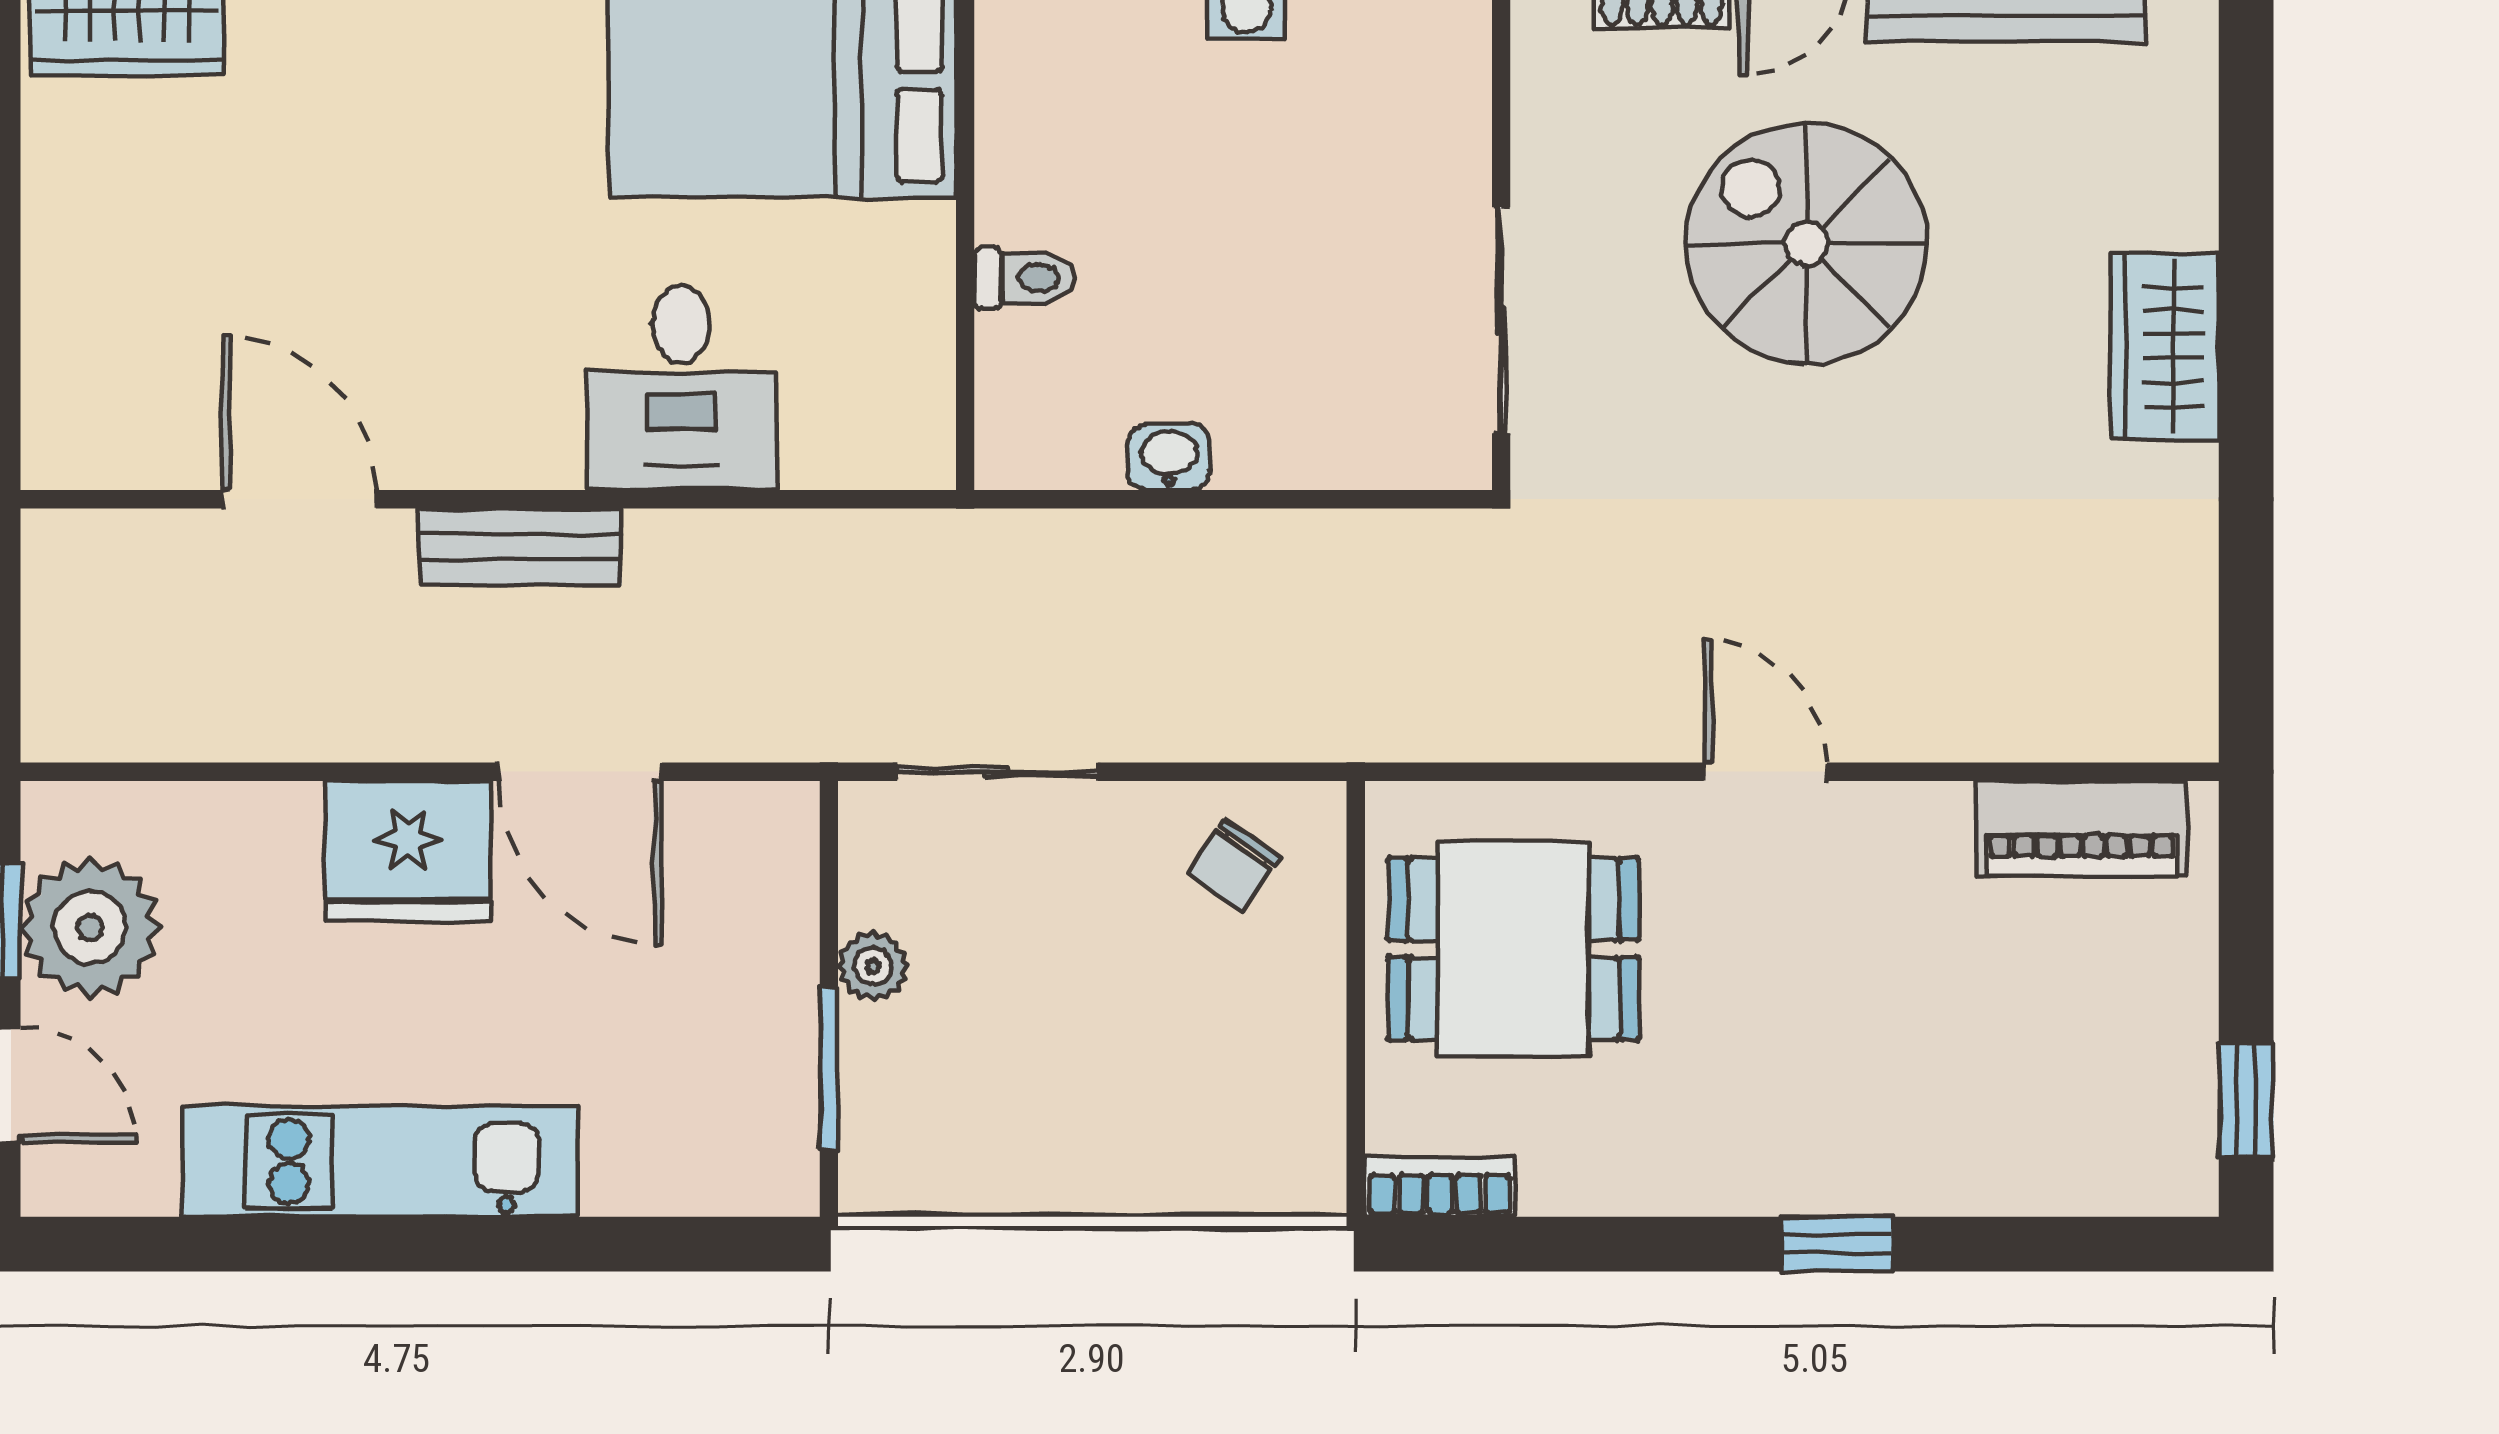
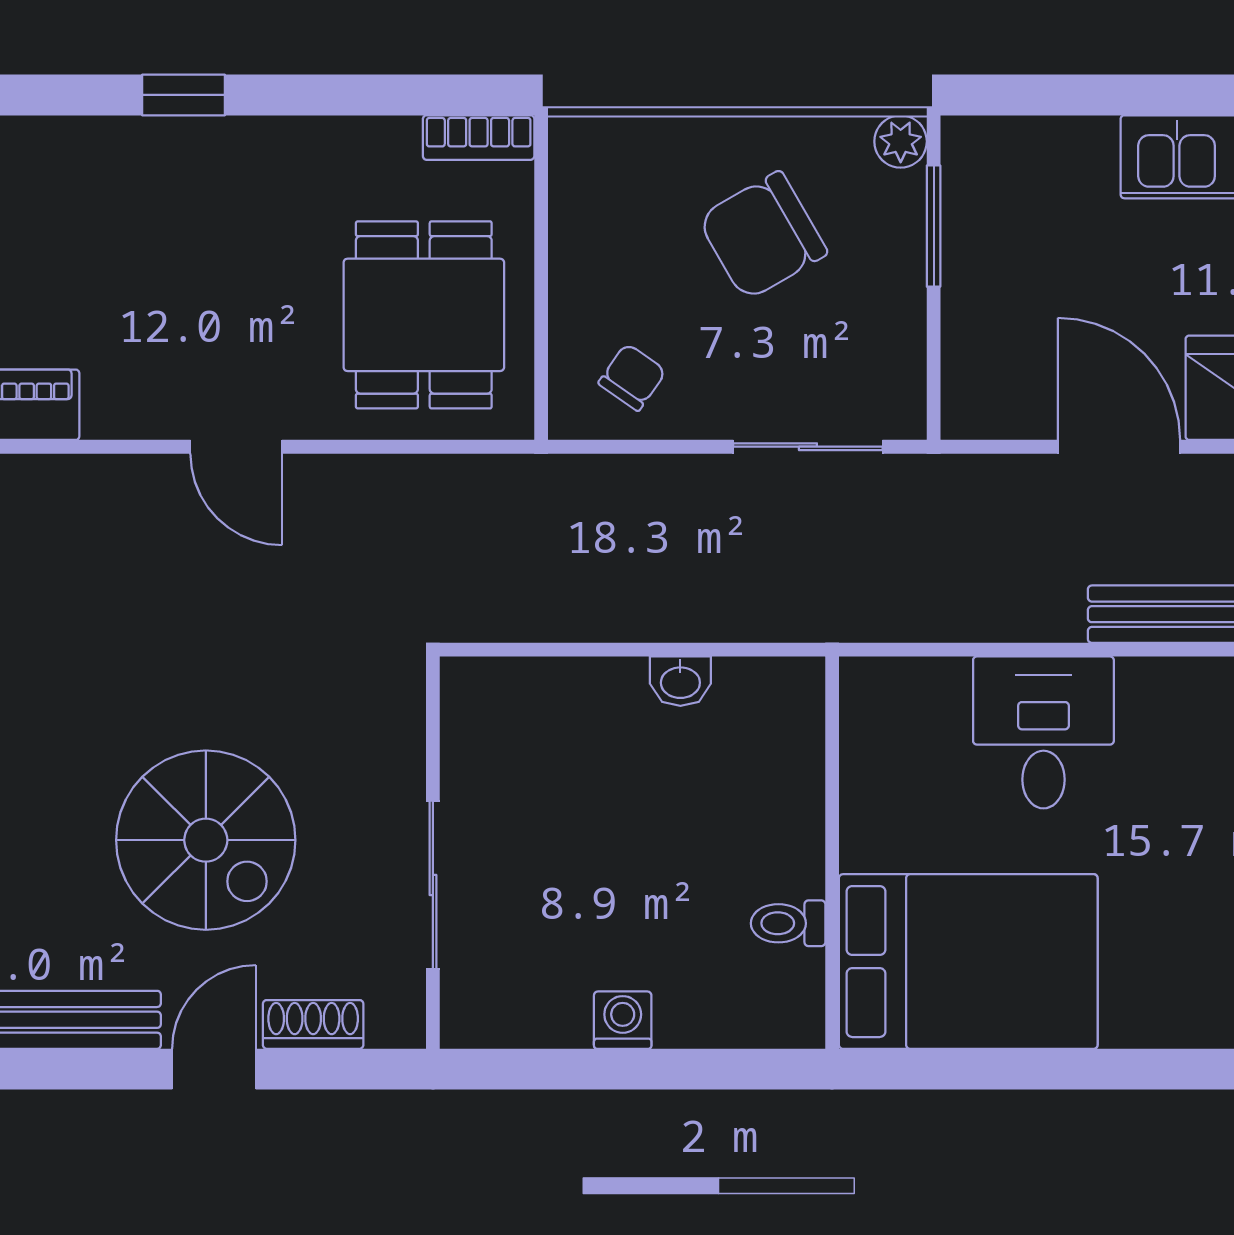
toilet: (1024, 278) -> (788, 923), moved
sliding door: (1501, 320) -> (433, 885), moved
dining table: (1513, 949) -> (424, 315), turned 90
plant: (873, 966) -> (901, 141), moved
chair: (1058, 1055) -> (763, 236), added

